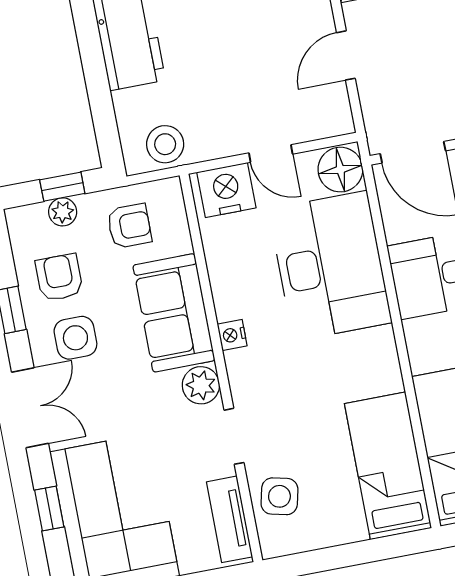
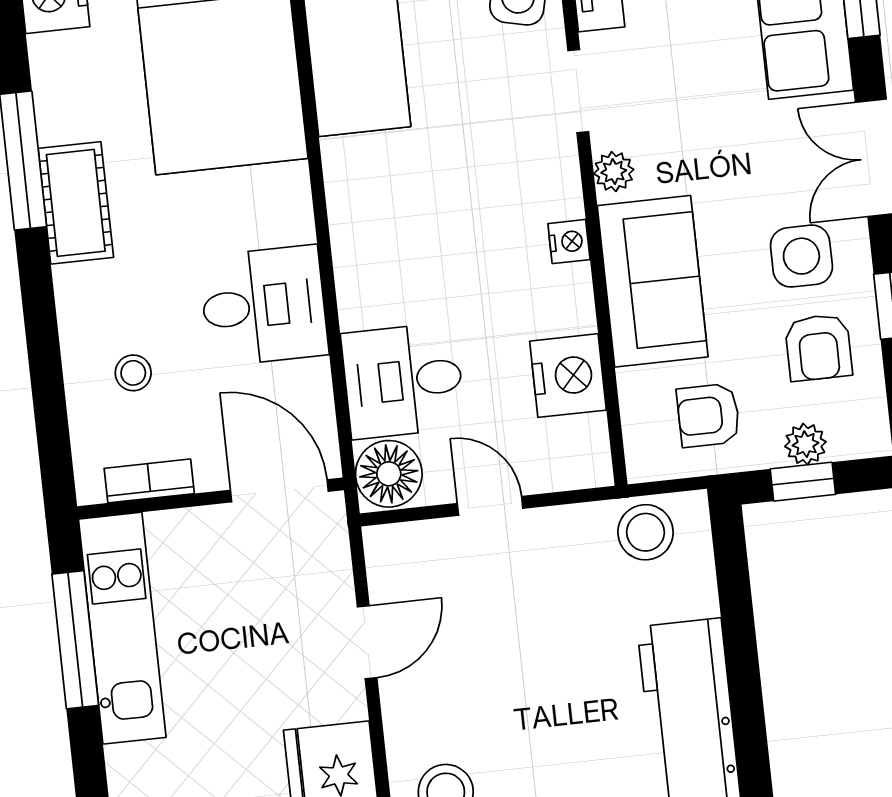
nightstand: (226, 190) -> (568, 376), moved, turned -90
desk: (330, 266) -> (403, 381), width x0.53, depth x0.77
plant: (201, 385) -> (614, 172), width x0.73, depth x0.73

